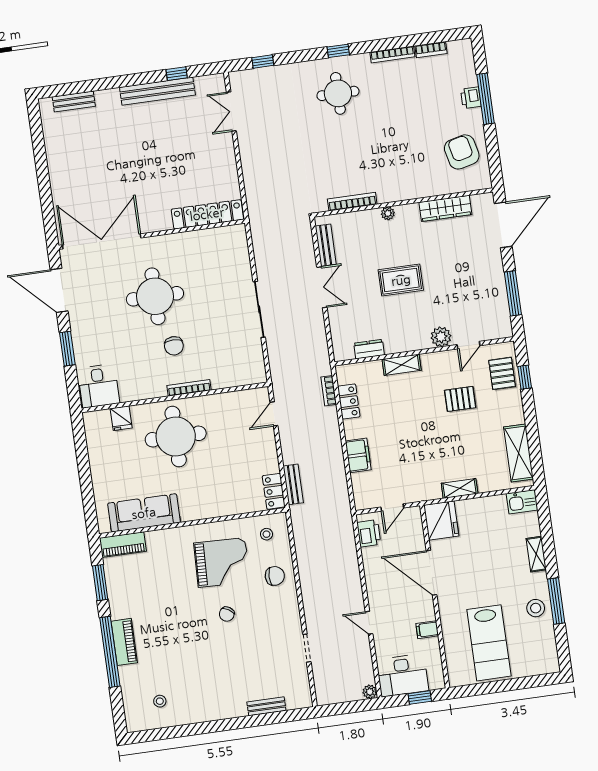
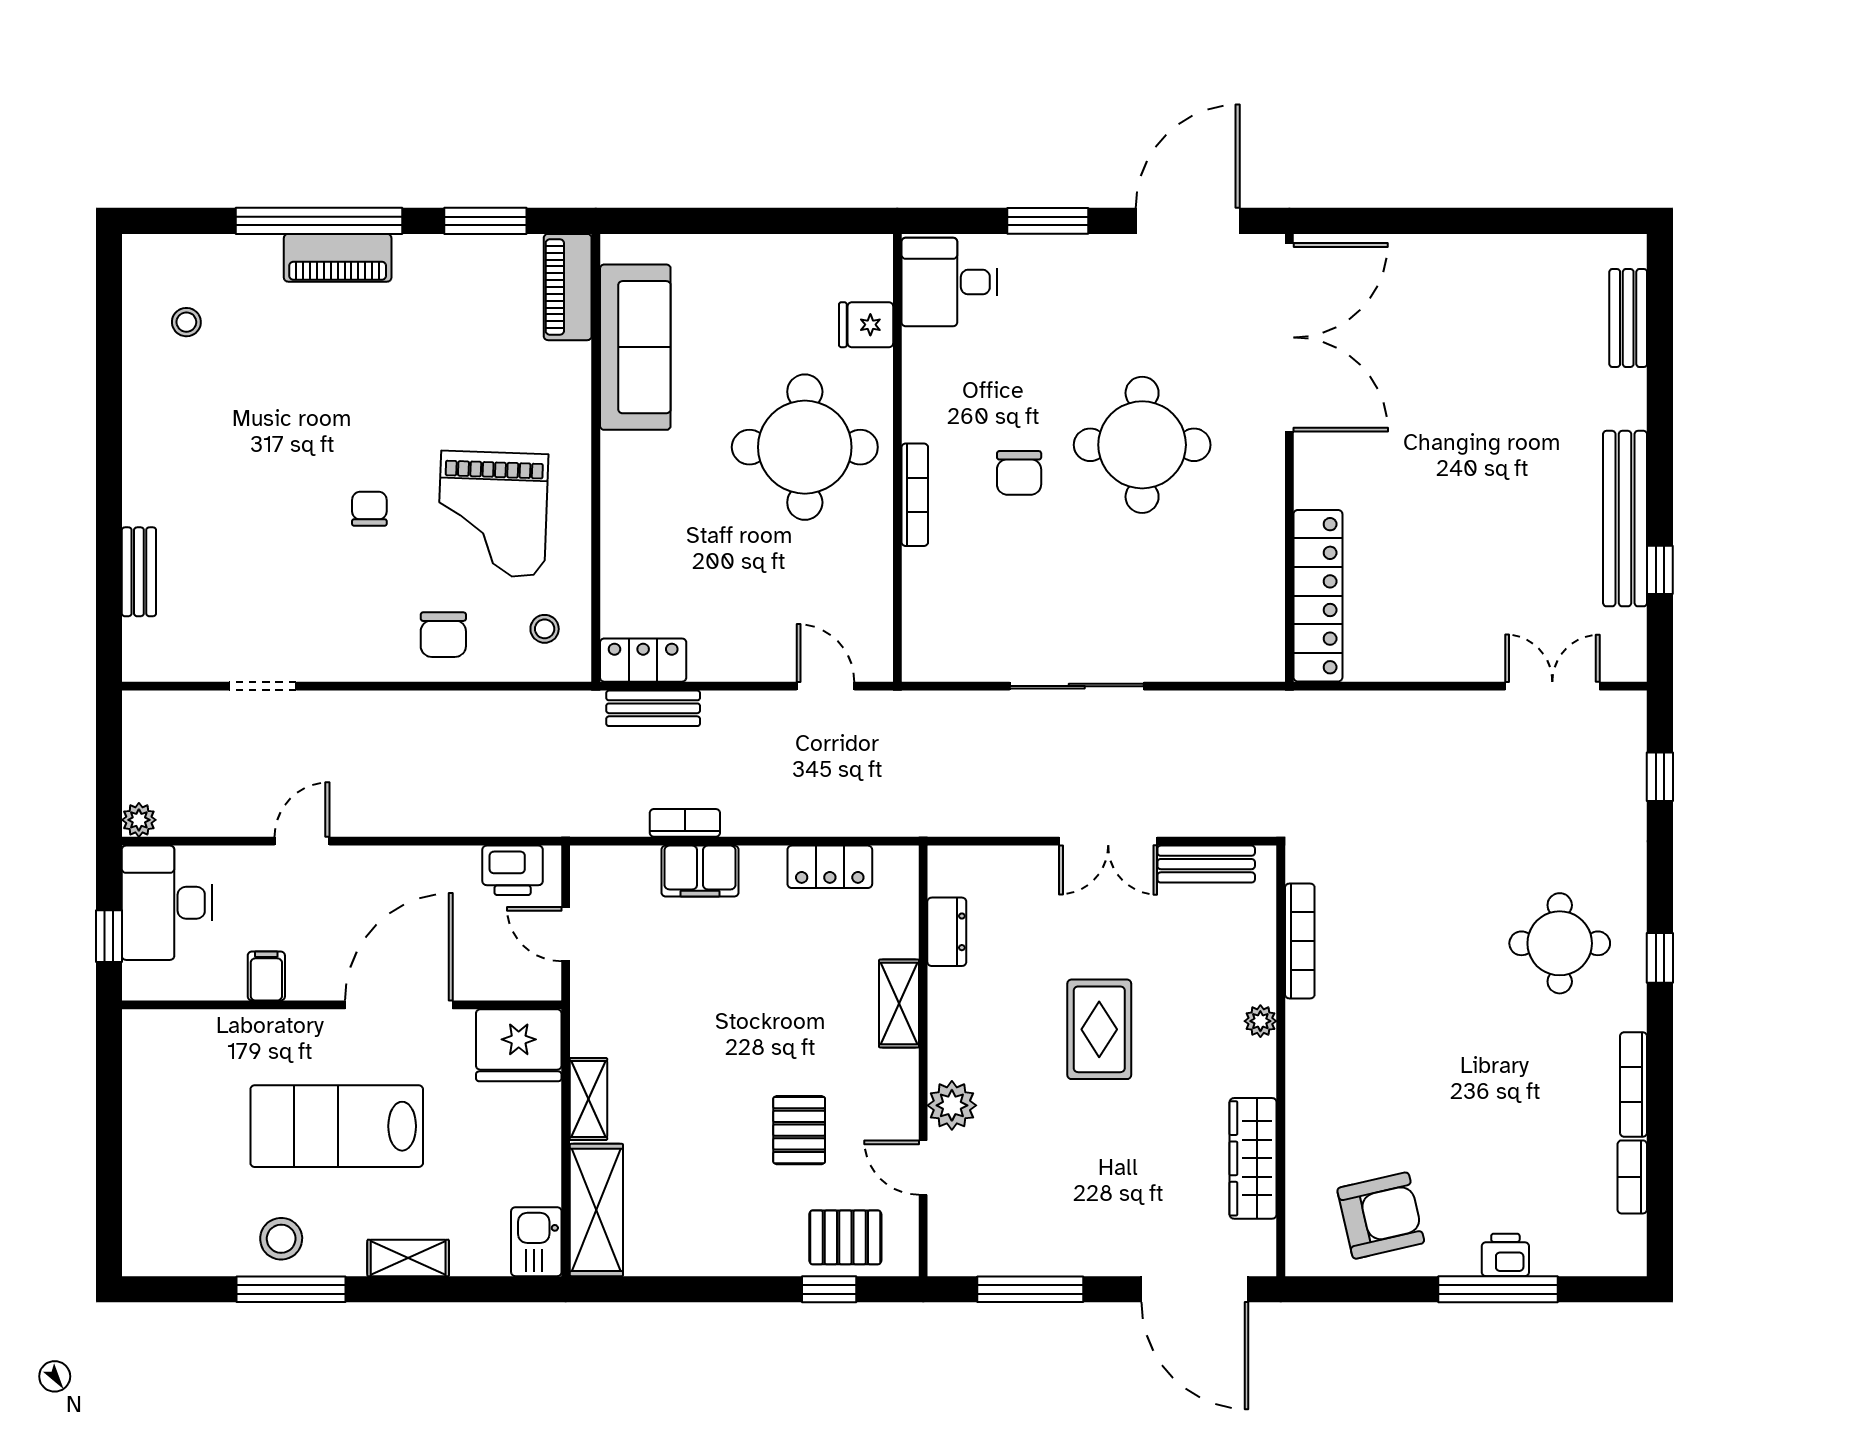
chair: (174, 346) -> (1019, 473), turned -90
bookcase: (329, 391) -> (685, 823), moved
shelving: (519, 453) -> (596, 1210), moved, turned 90
chair: (227, 614) -> (369, 509), turned 58
lab bench: (489, 643) -> (337, 1126), moved

